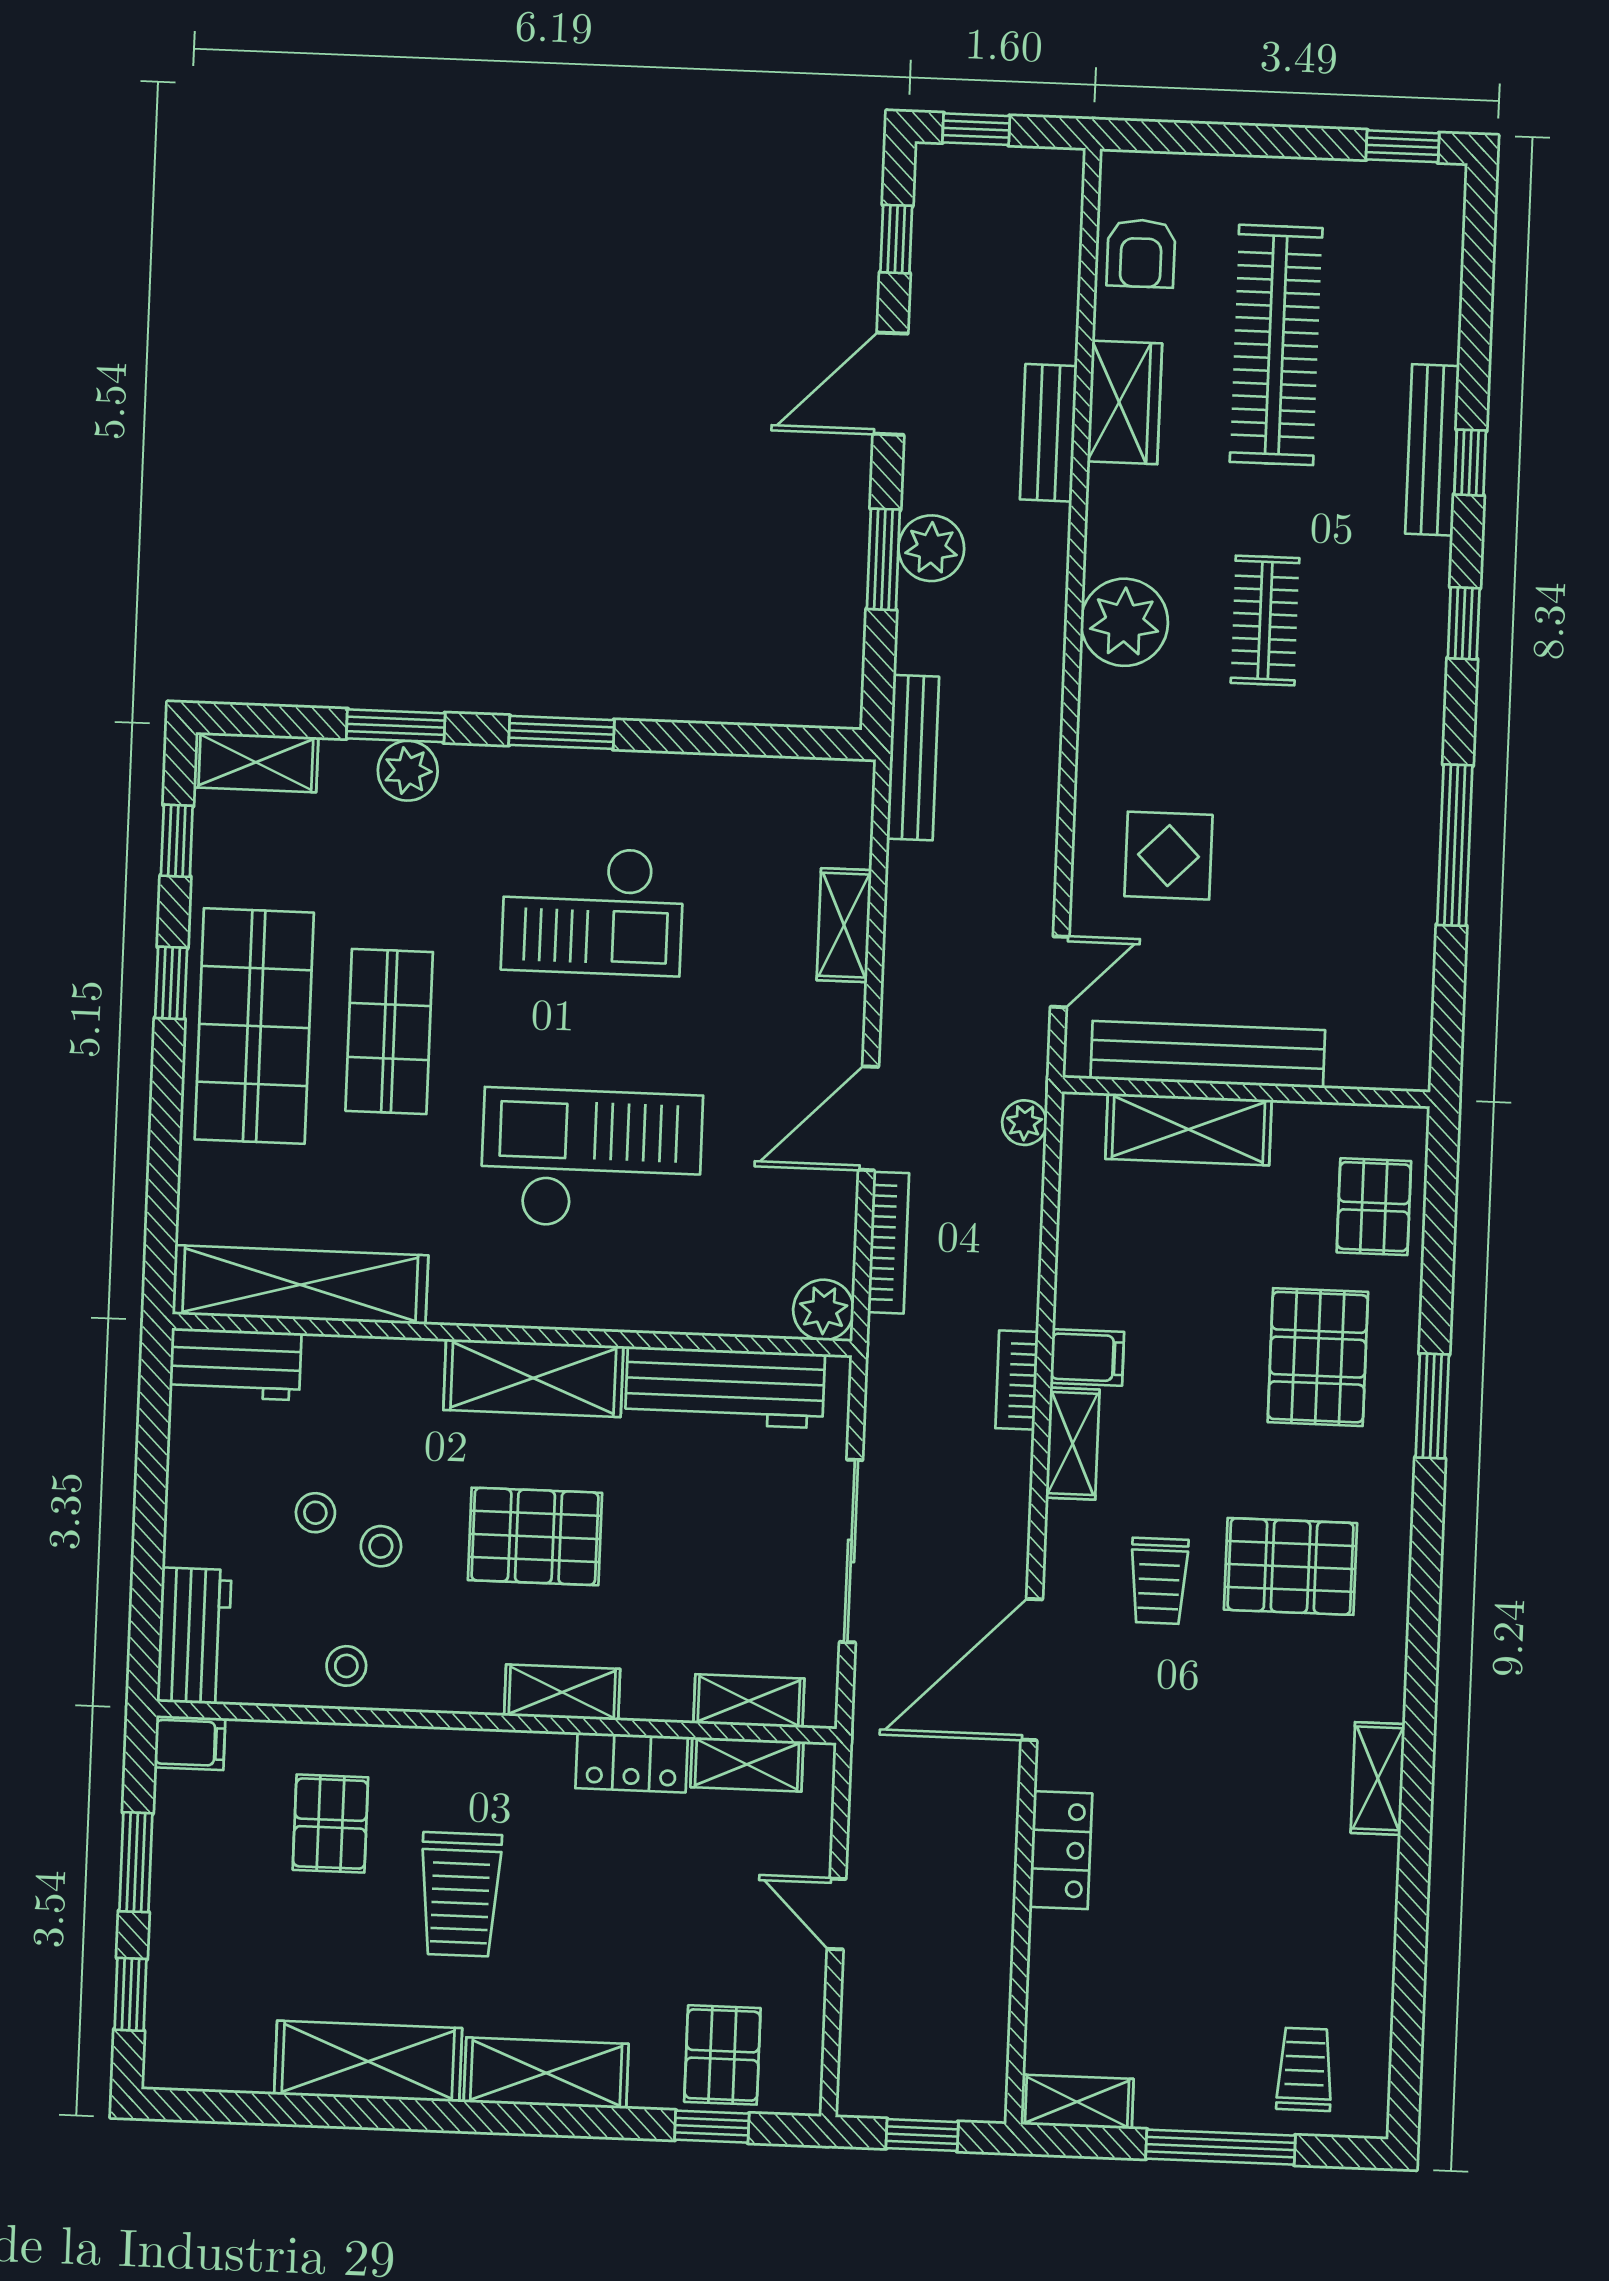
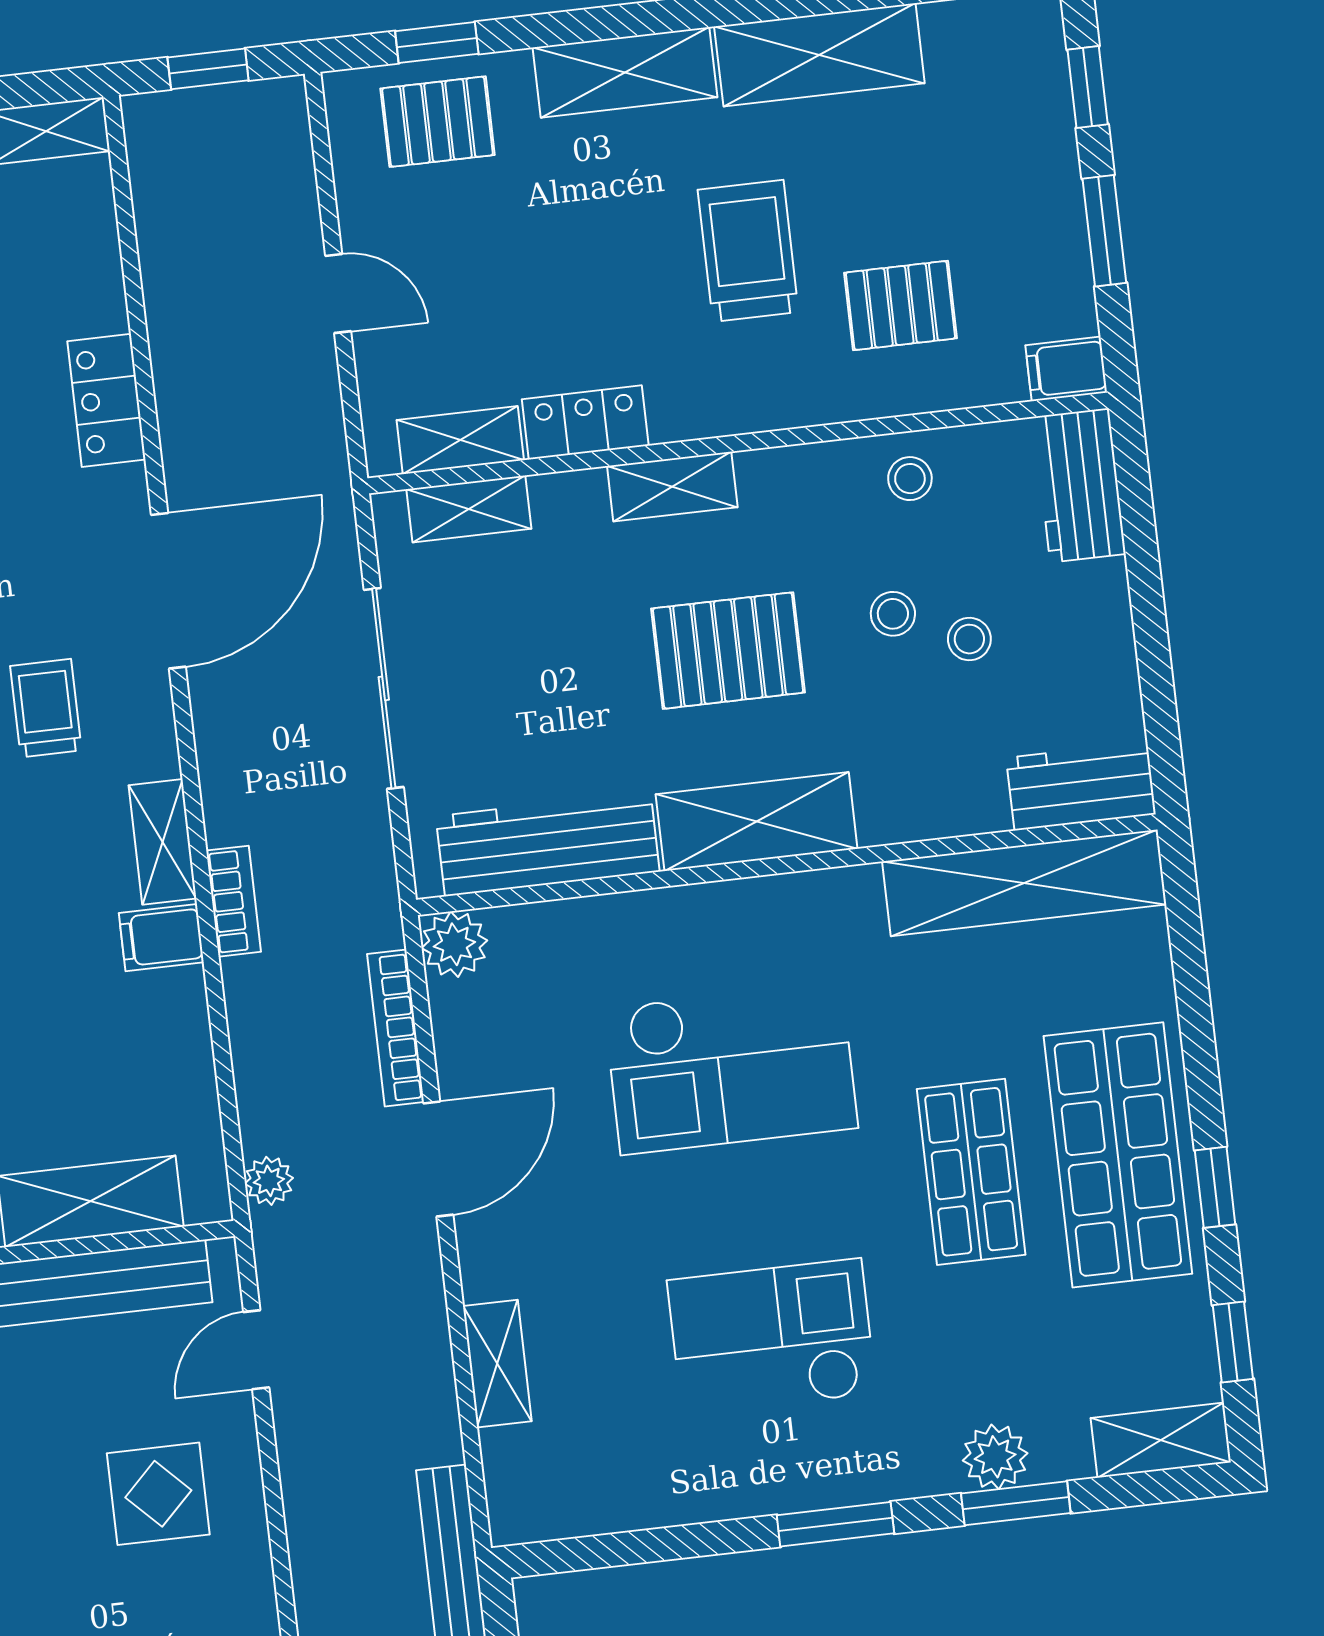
pallet: (330, 1824) -> (900, 305), turned 90
pallet: (722, 2055) -> (438, 122), turned 90

